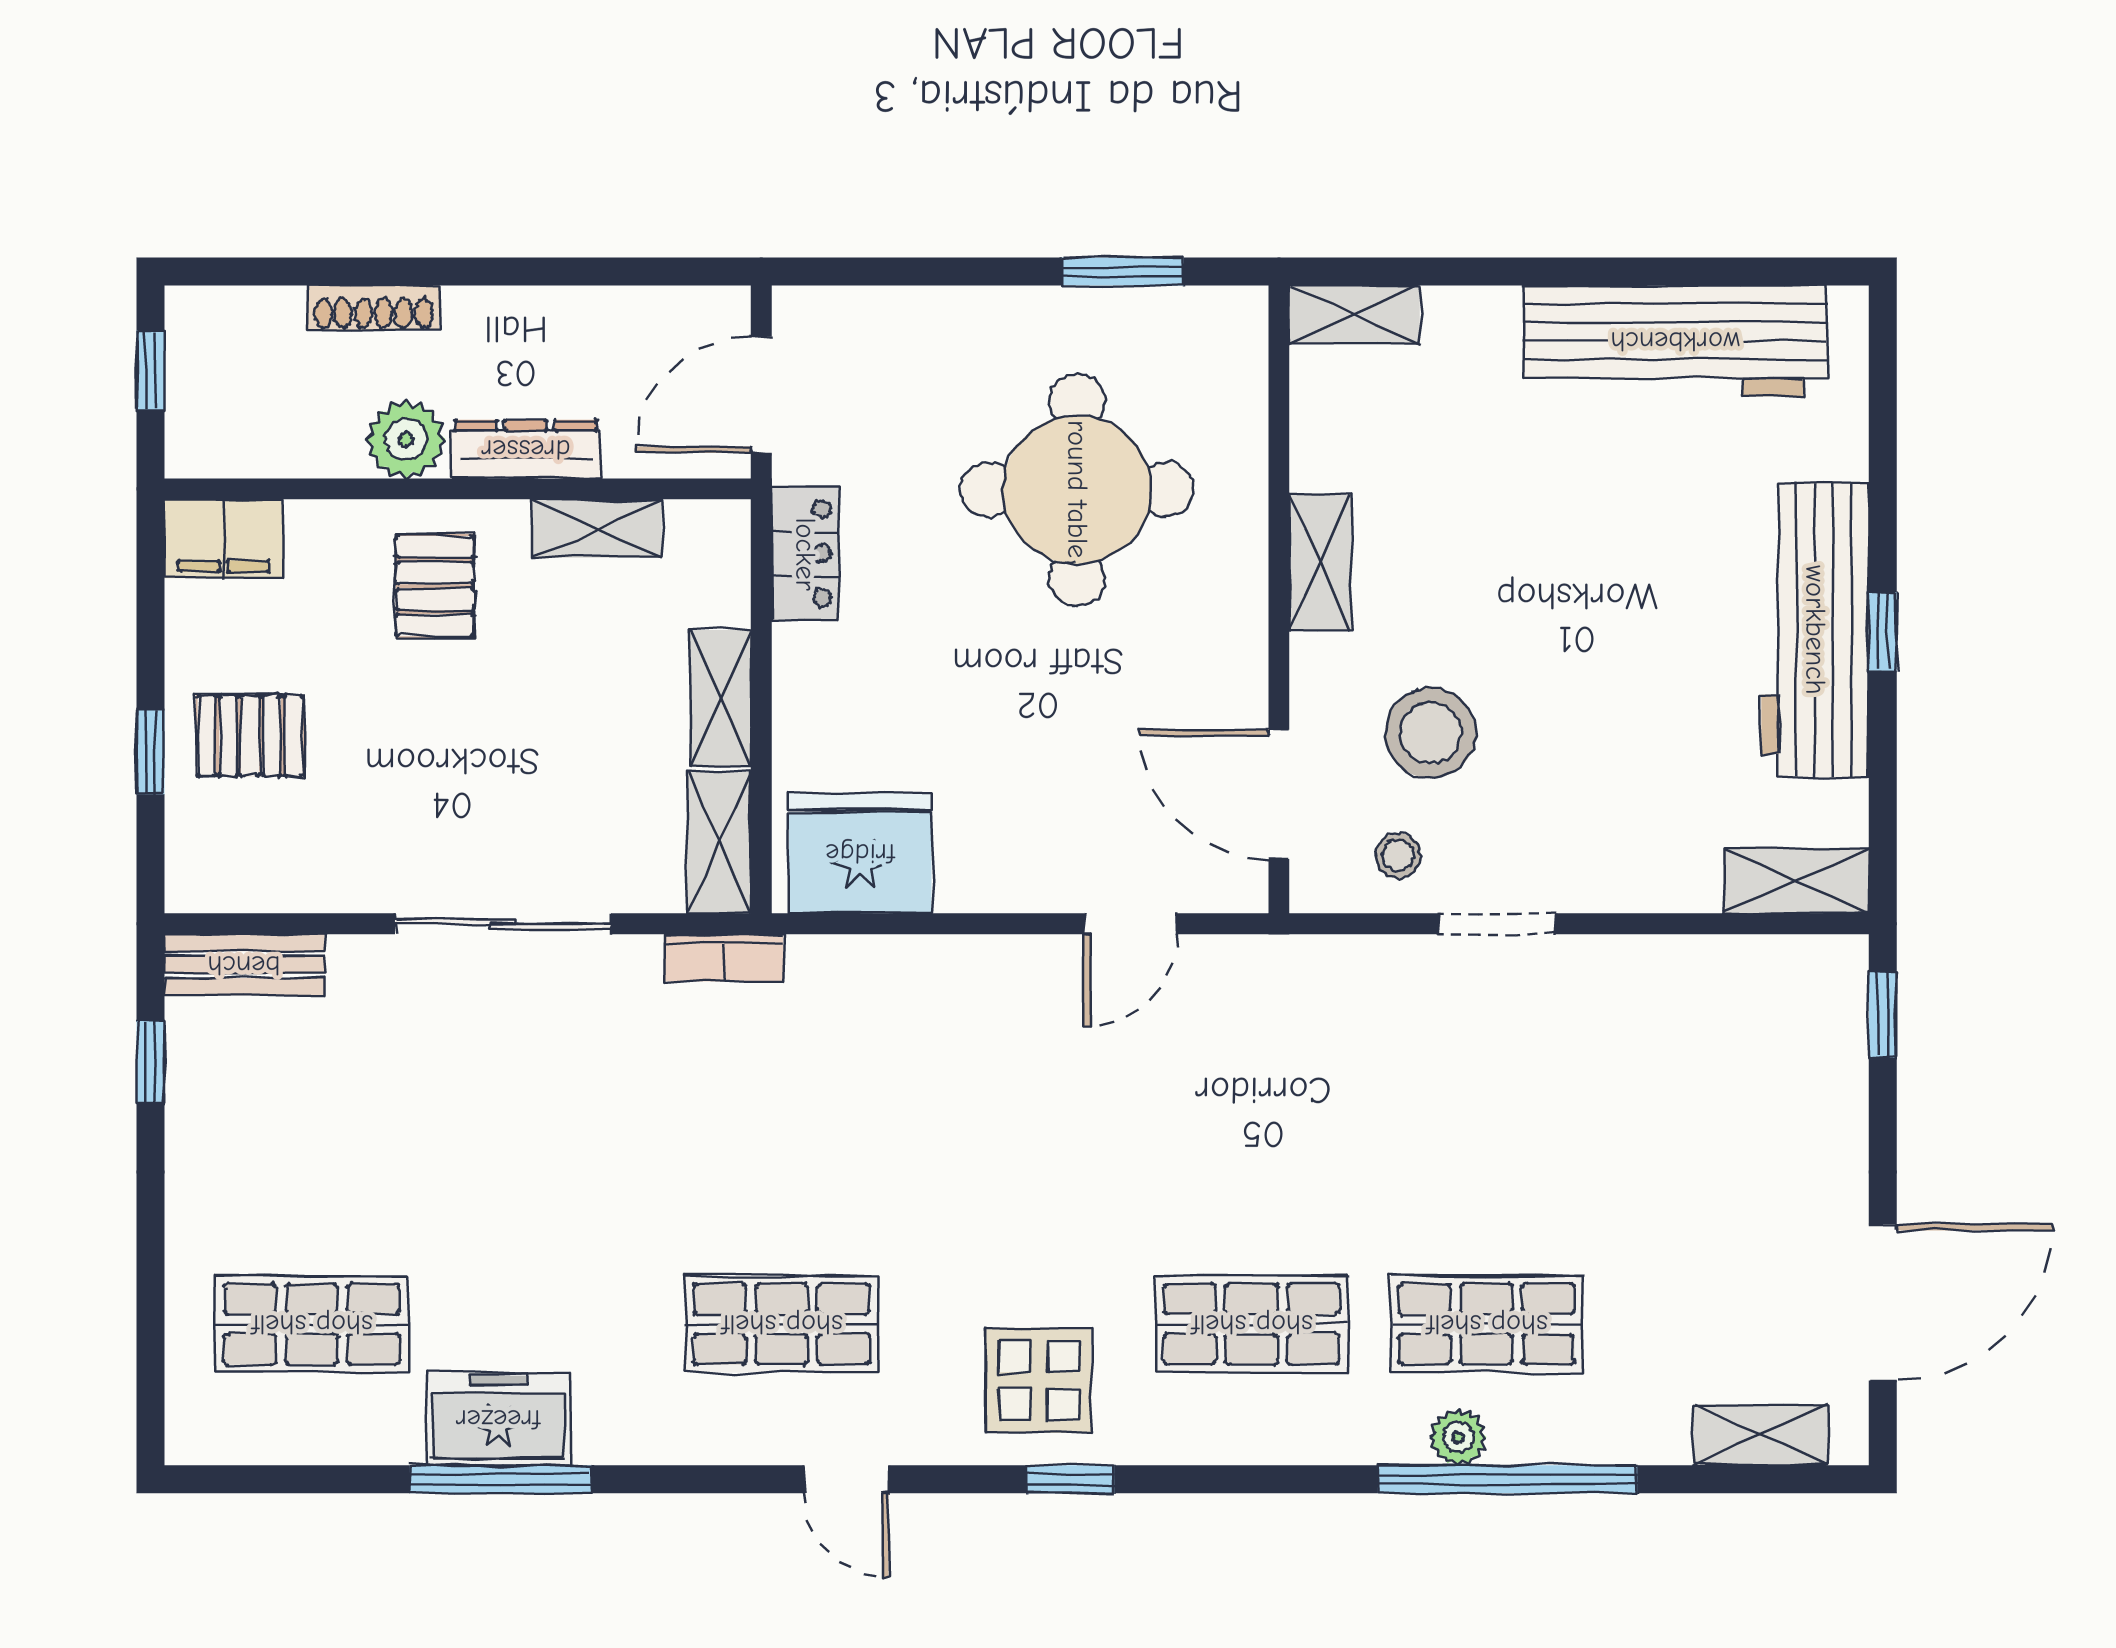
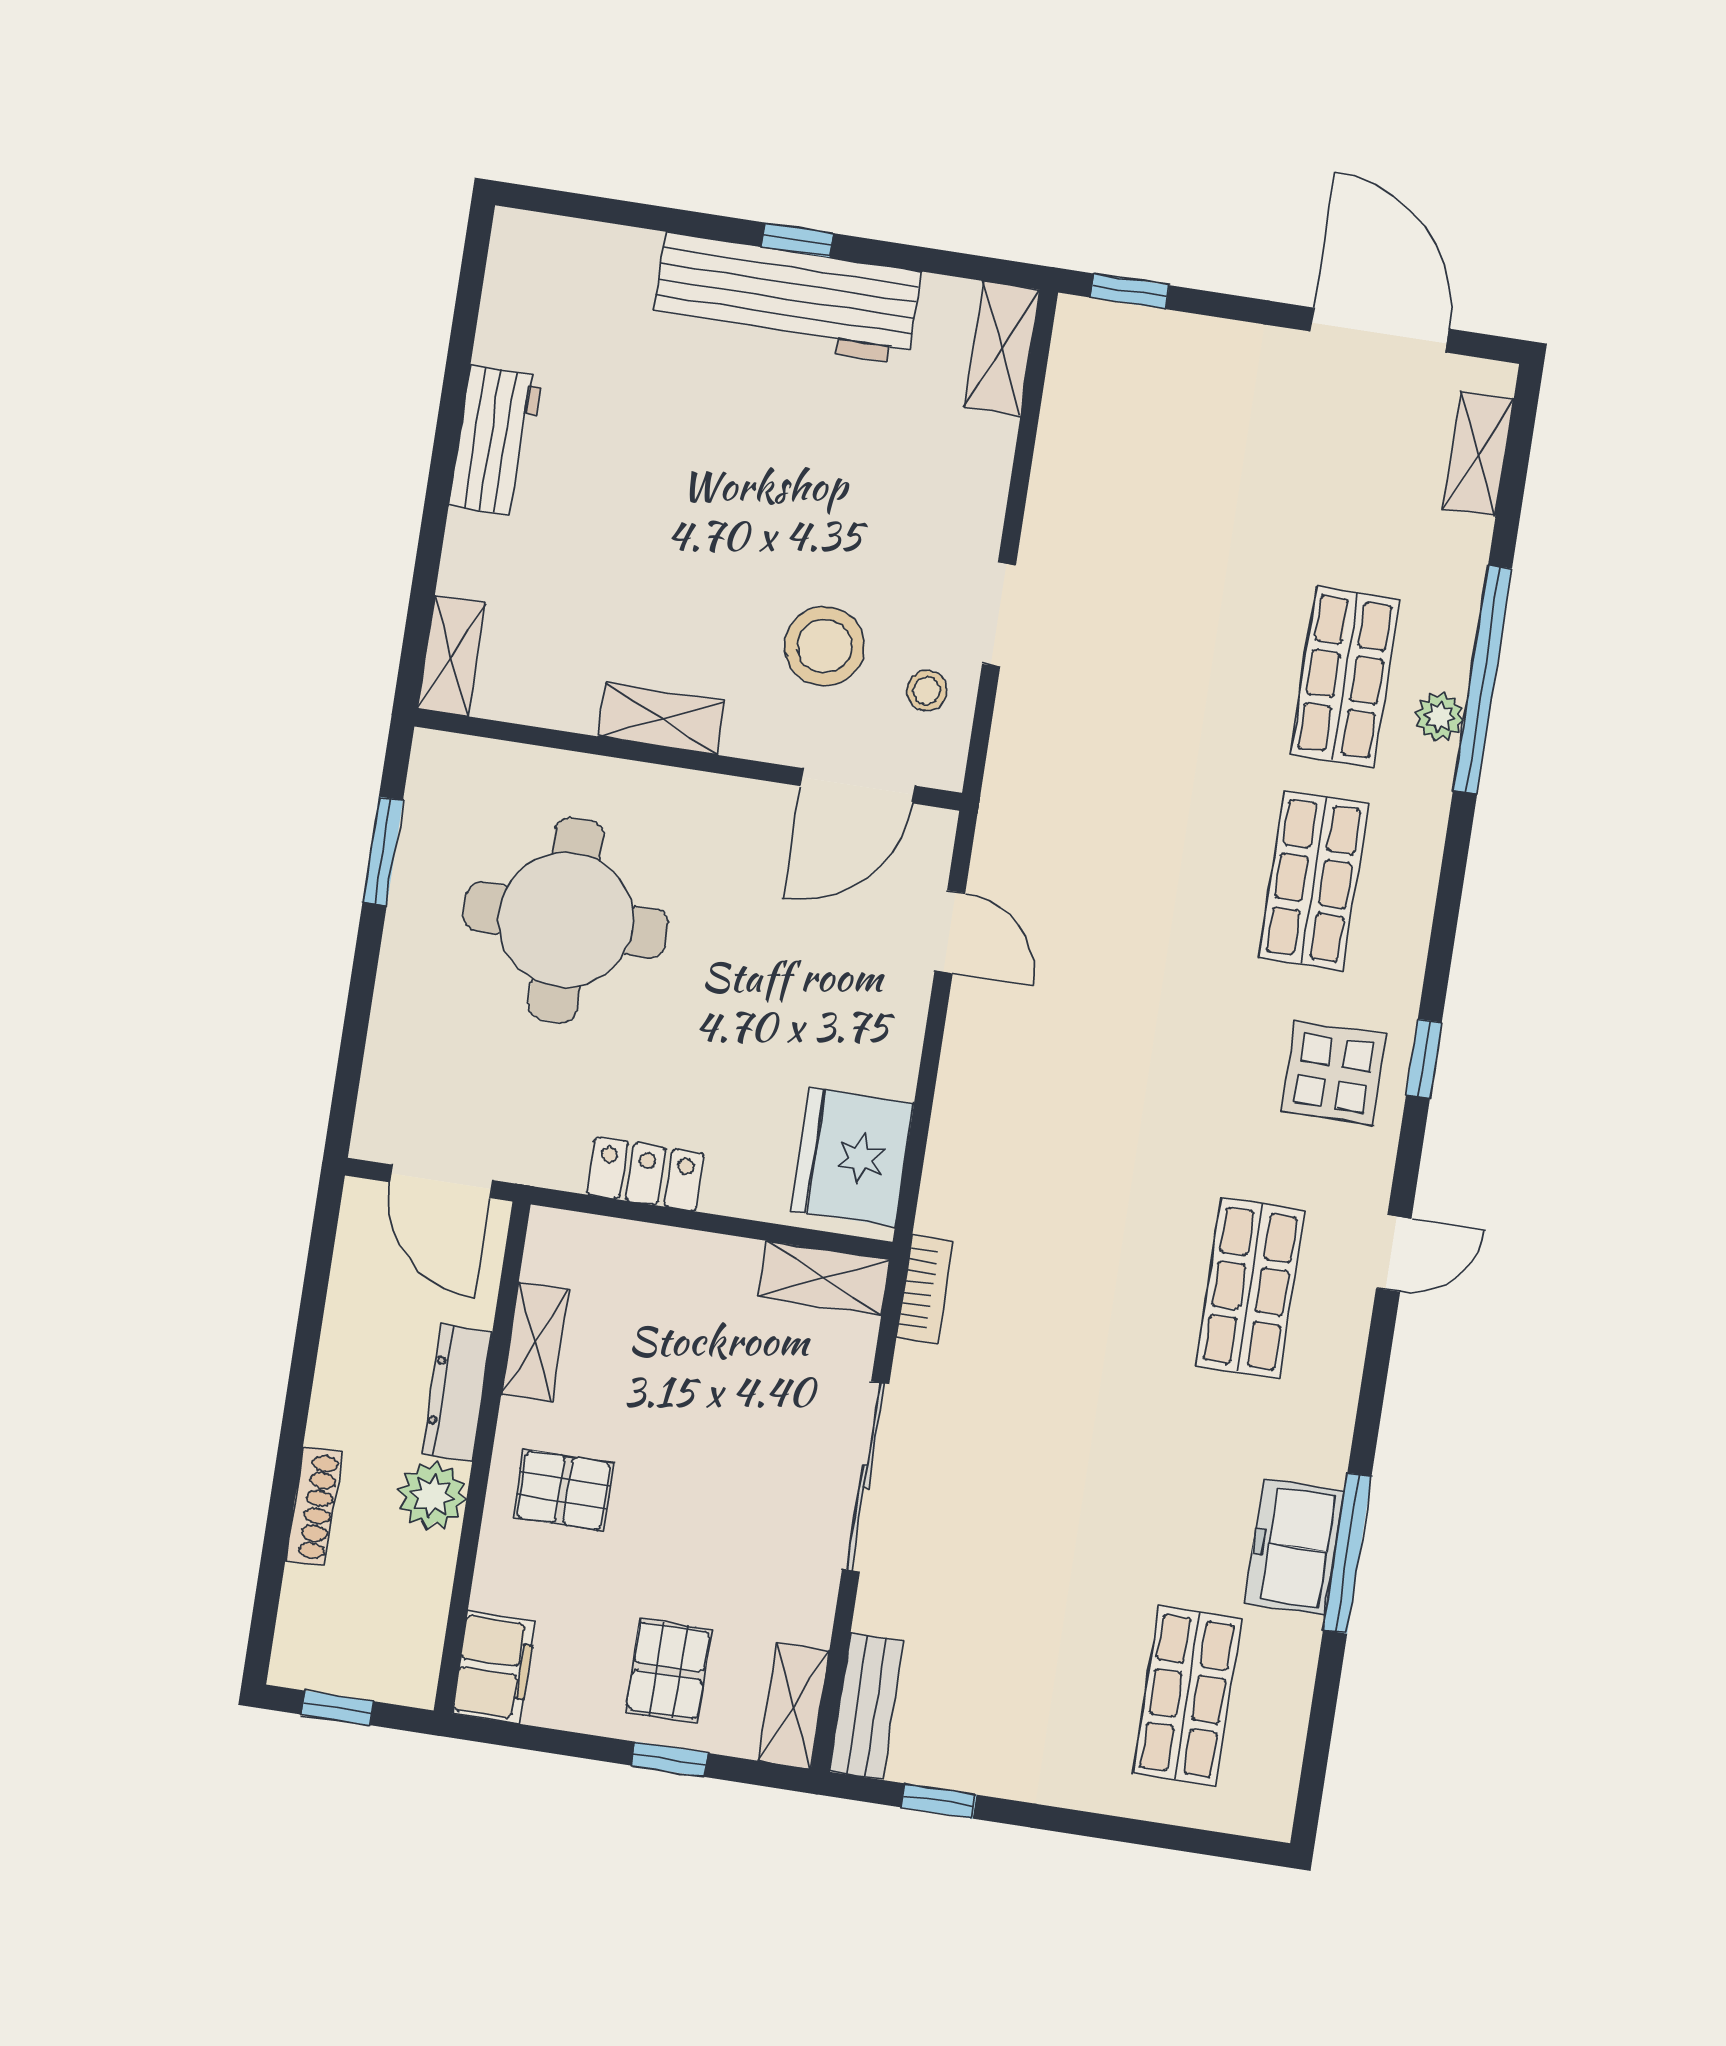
workbench: (1675, 341) -> (496, 441), width x0.53, depth x0.76
locker: (805, 554) -> (646, 1174), moved
shelving: (720, 698) -> (794, 1706), moved, turned 90

